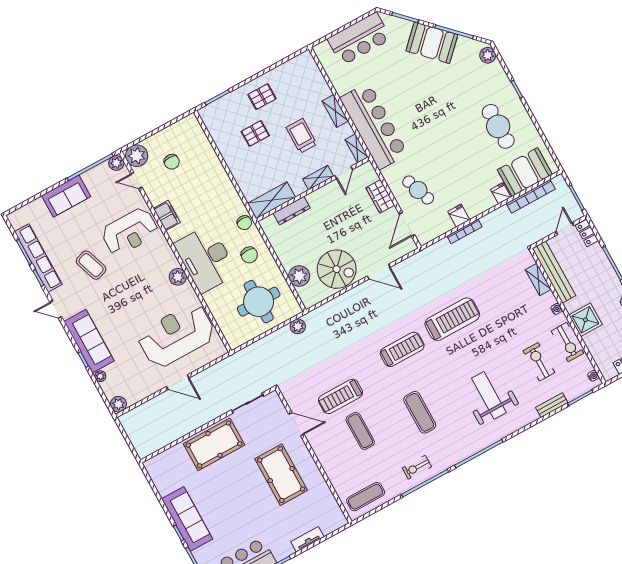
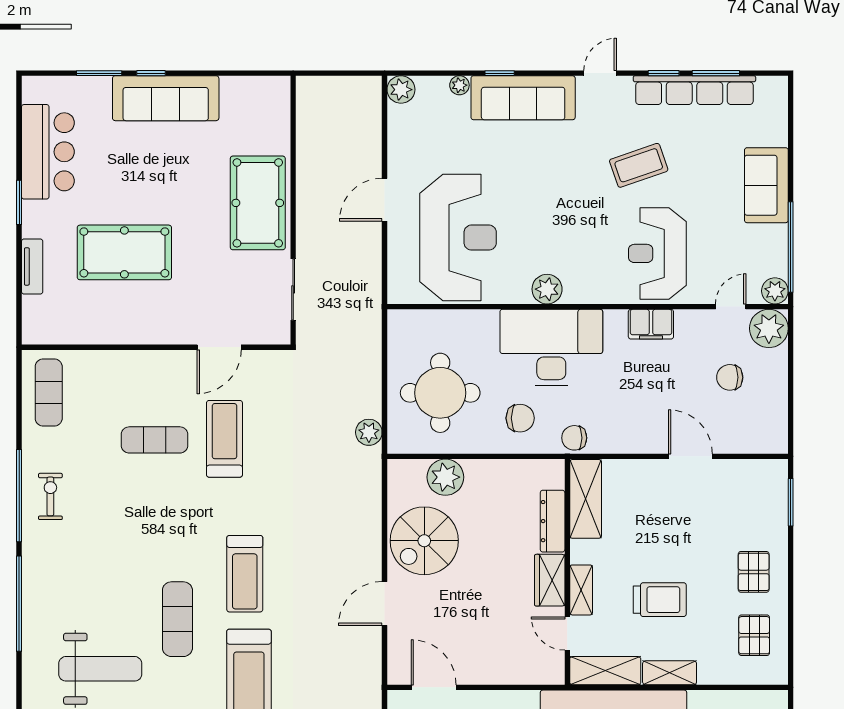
pallet: (255, 133) -> (754, 635), moved
shelving: (357, 148) -> (605, 671), width x1.50, depth x1.33
door: (222, 160) -> (690, 456), added
wardrobe: (380, 196) -> (550, 580), moved, turned -90
chair: (249, 255) -> (520, 418), turned 180
exercise mat: (420, 412) -> (177, 619), moved, turned 90
pool table: (281, 475) -> (124, 252), moved

